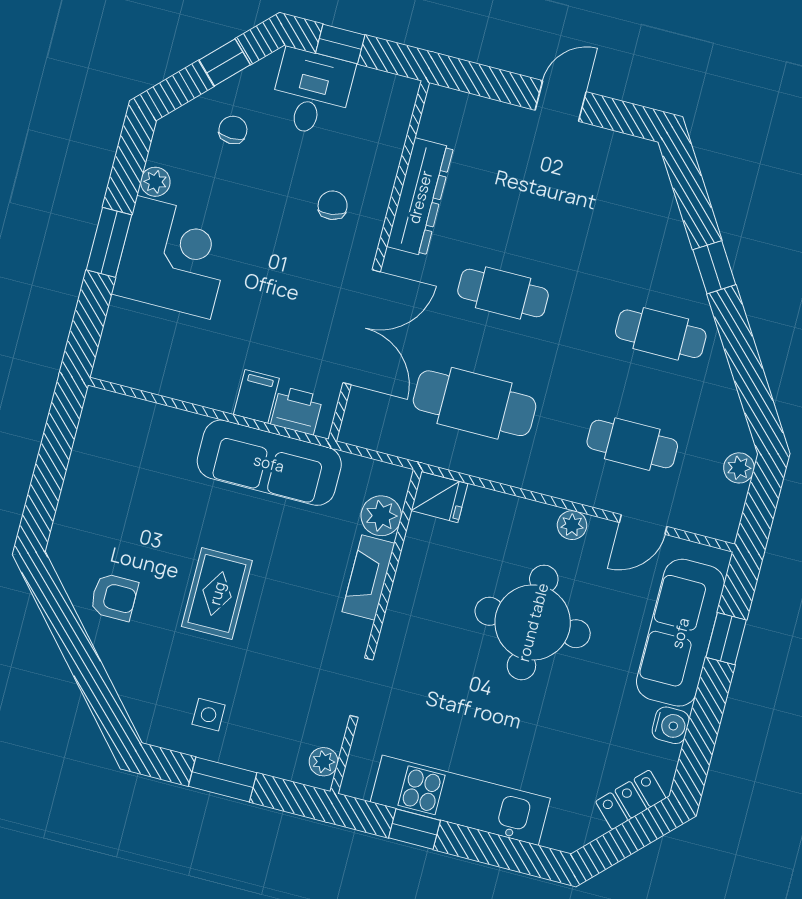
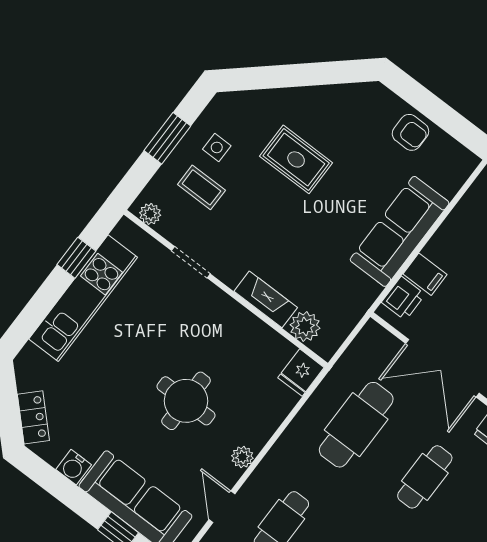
sofa: (269, 463) -> (400, 231), moved
rug: (217, 593) -> (296, 159), moved
armchair: (114, 597) -> (410, 132), moved, turned -90
round table: (533, 622) -> (186, 401), width x0.73, depth x0.73
coffee table: (265, 713) -> (201, 187), added

